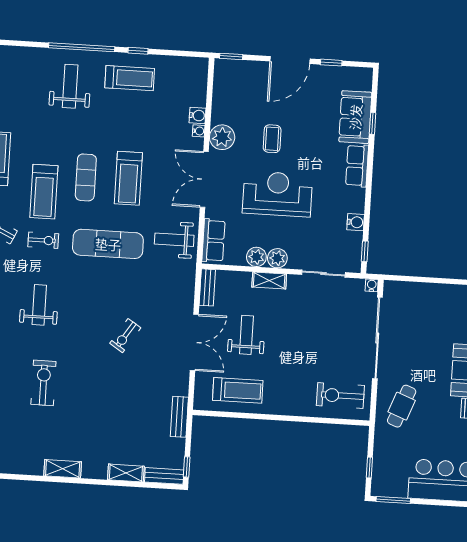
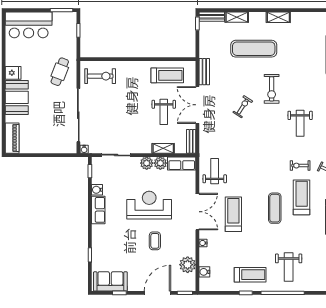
door: (290, 60) -> (157, 293), moved
treadmill: (130, 78) -> (250, 275), turned 180
water cooler: (198, 116) -> (204, 272), moved
sofa: (355, 117) -> (110, 281), moved, turned -90
plant: (222, 137) -> (188, 265), moved
row of seats: (357, 166) -> (98, 210), moved
treadmill: (128, 178) -> (233, 214), moved
reception desk: (277, 194) -> (149, 205), turned 180
weight bench: (174, 240) -> (215, 171), turned -90
row of seats: (213, 240) -> (182, 163), moved, turned -90
exercise mat: (108, 244) -> (254, 49), moved
shelving: (269, 280) -> (163, 148), moved
exercise bike: (43, 383) -> (272, 89), moved
treadmill: (238, 390) -> (167, 75), turned 180
bench: (179, 417) -> (204, 72), moved

